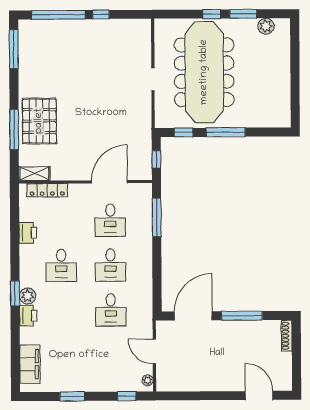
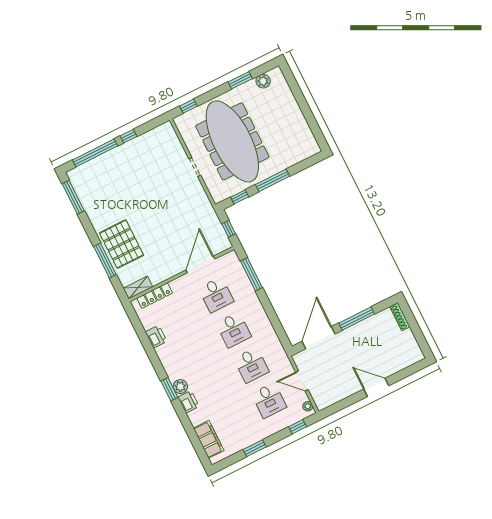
window: (212, 14) -> (188, 106), moved
desk: (61, 265) -> (269, 400), moved
door: (259, 395) -> (376, 387), moved

